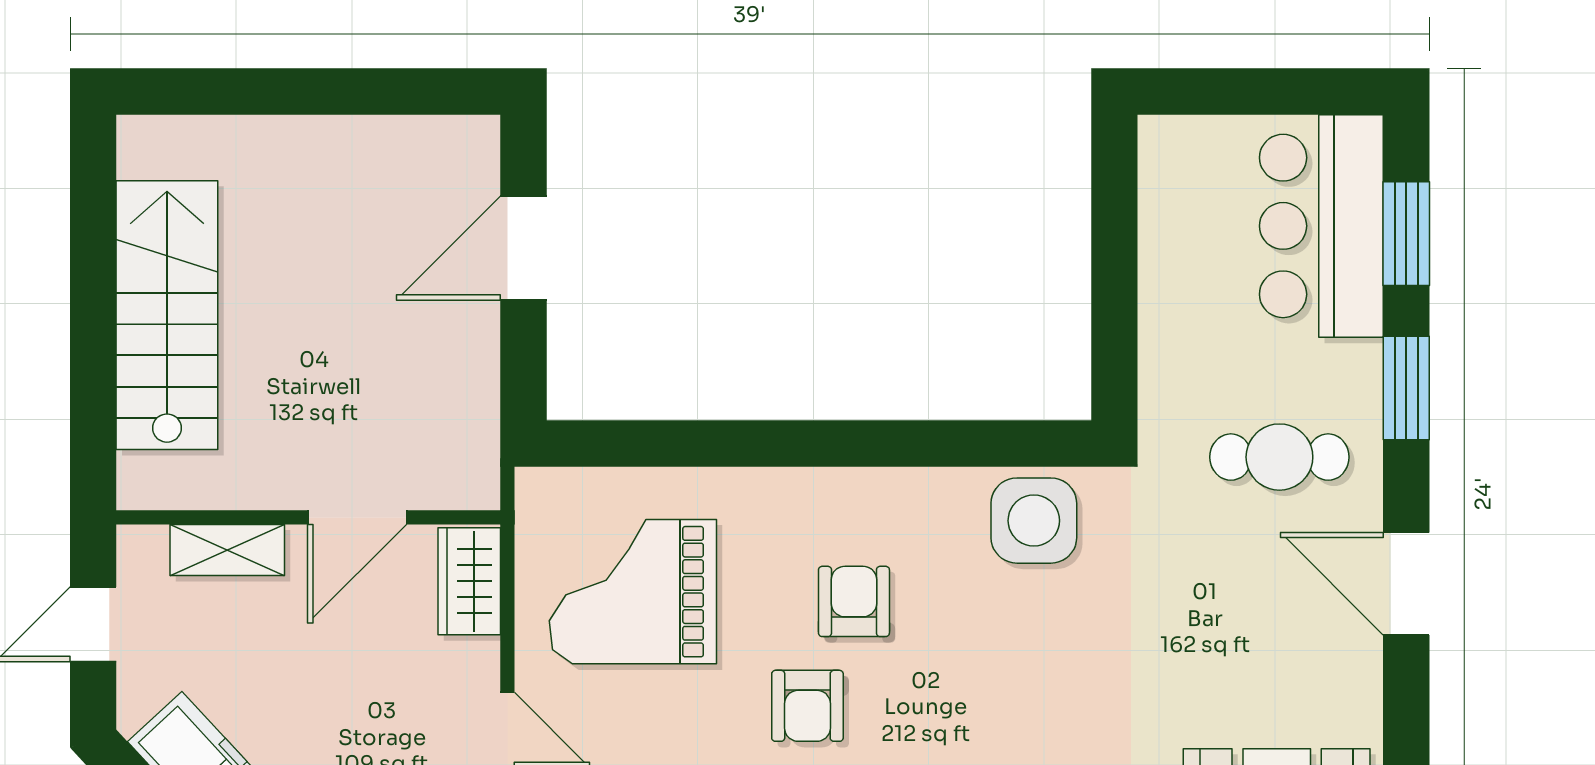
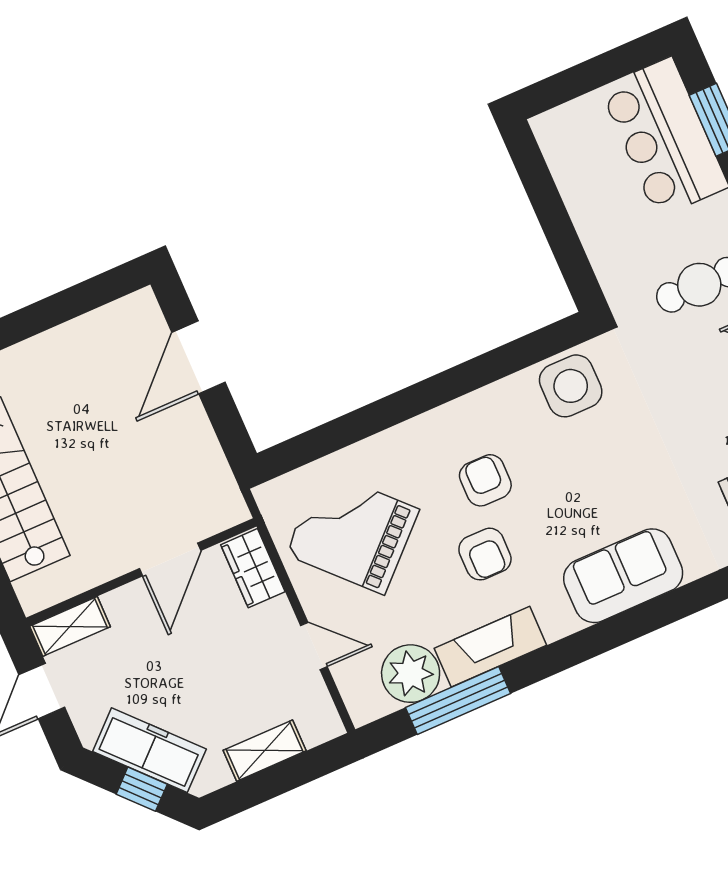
shelving: (227, 550) -> (70, 626), moved
grand piano: (633, 592) -> (352, 532), turned 46

